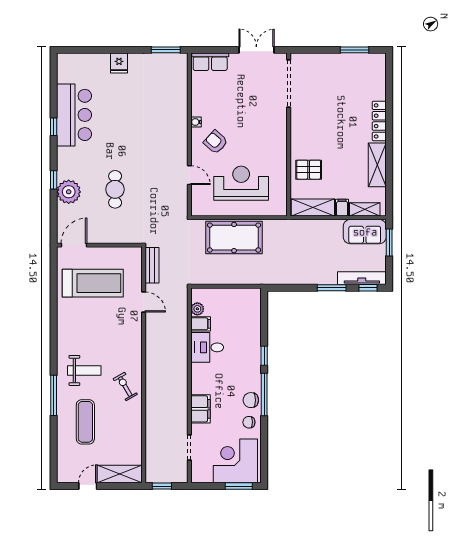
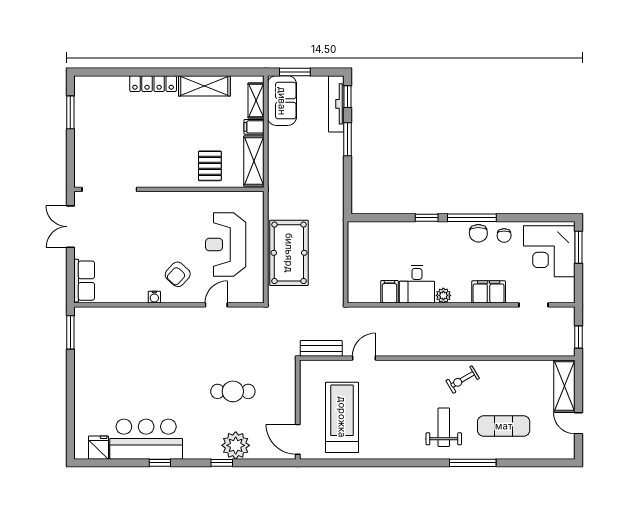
fridge: (119, 63) -> (99, 448), moved, turned -90
plant: (197, 309) -> (443, 295), moved

